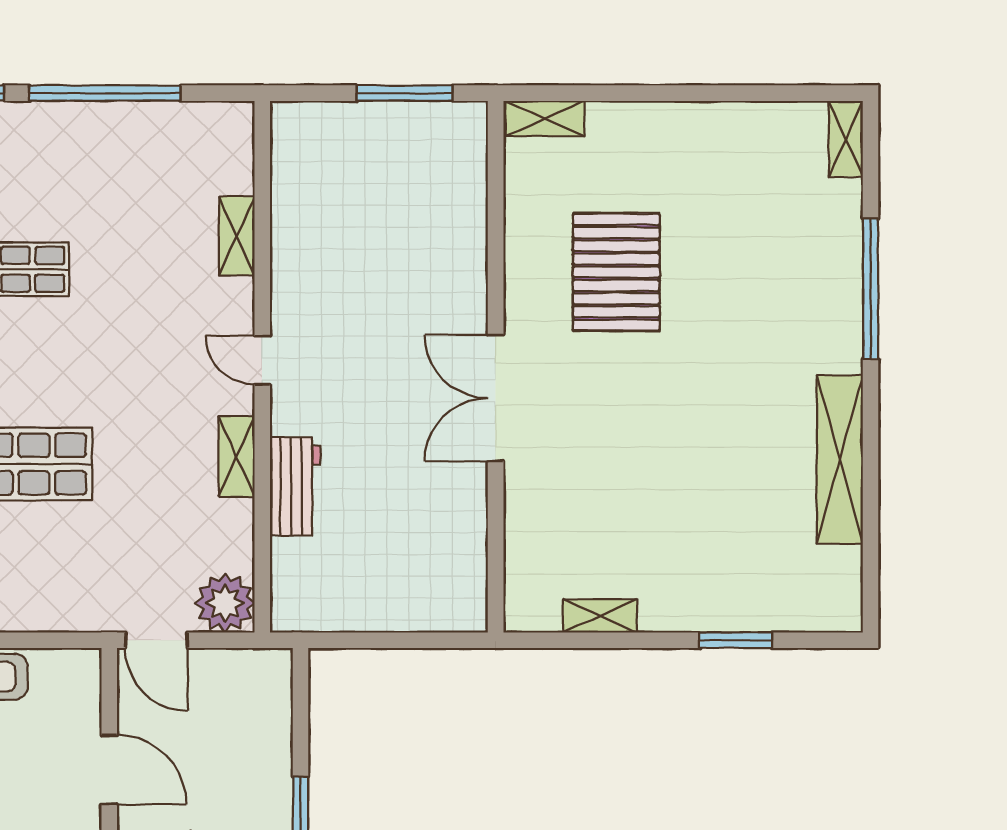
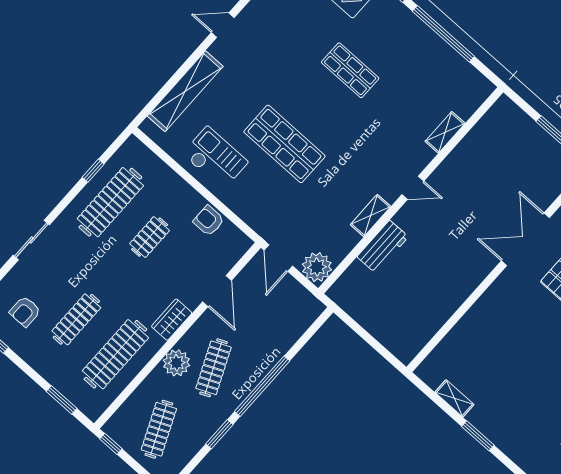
door: (262, 360) -> (413, 188), swing flipped
double door: (496, 398) -> (525, 239), moved
window: (736, 640) -> (478, 436), moved

